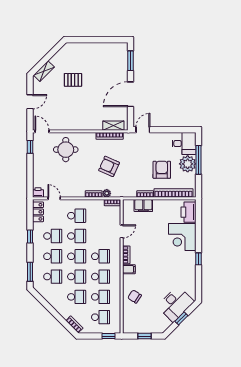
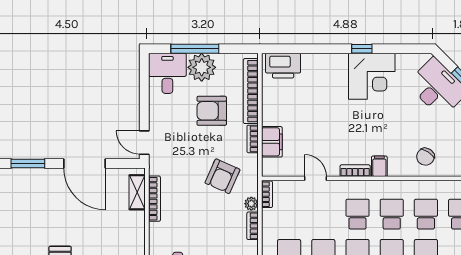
armchair: (109, 166) -> (222, 176), moved
corner desk: (182, 237) -> (372, 76), moved

